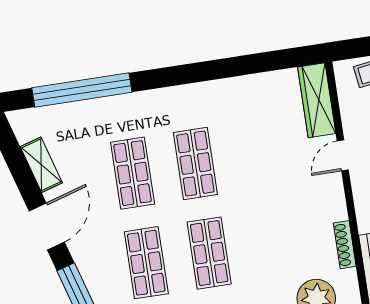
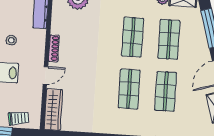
shoe rack: (345, 245) -> (54, 48), moved

